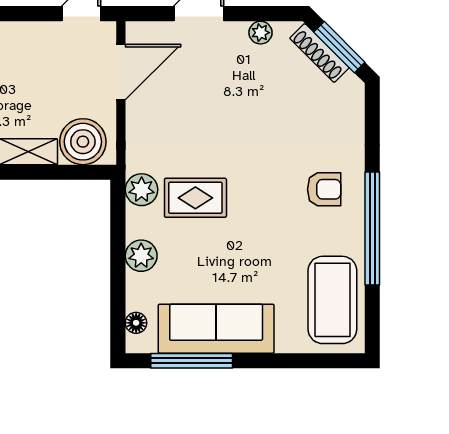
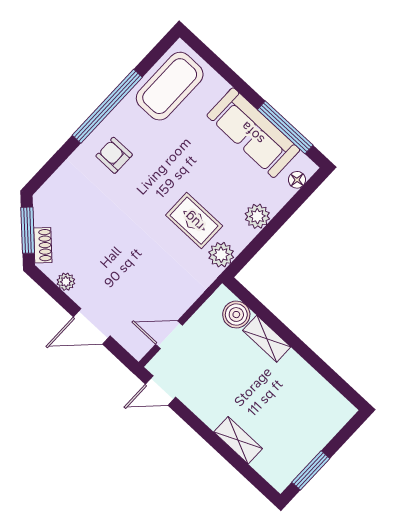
shoe rack: (319, 53) -> (43, 245), width x0.70
door: (121, 72) -> (169, 335), width x0.73
boiler: (83, 142) -> (236, 315), width x0.73, depth x0.73

